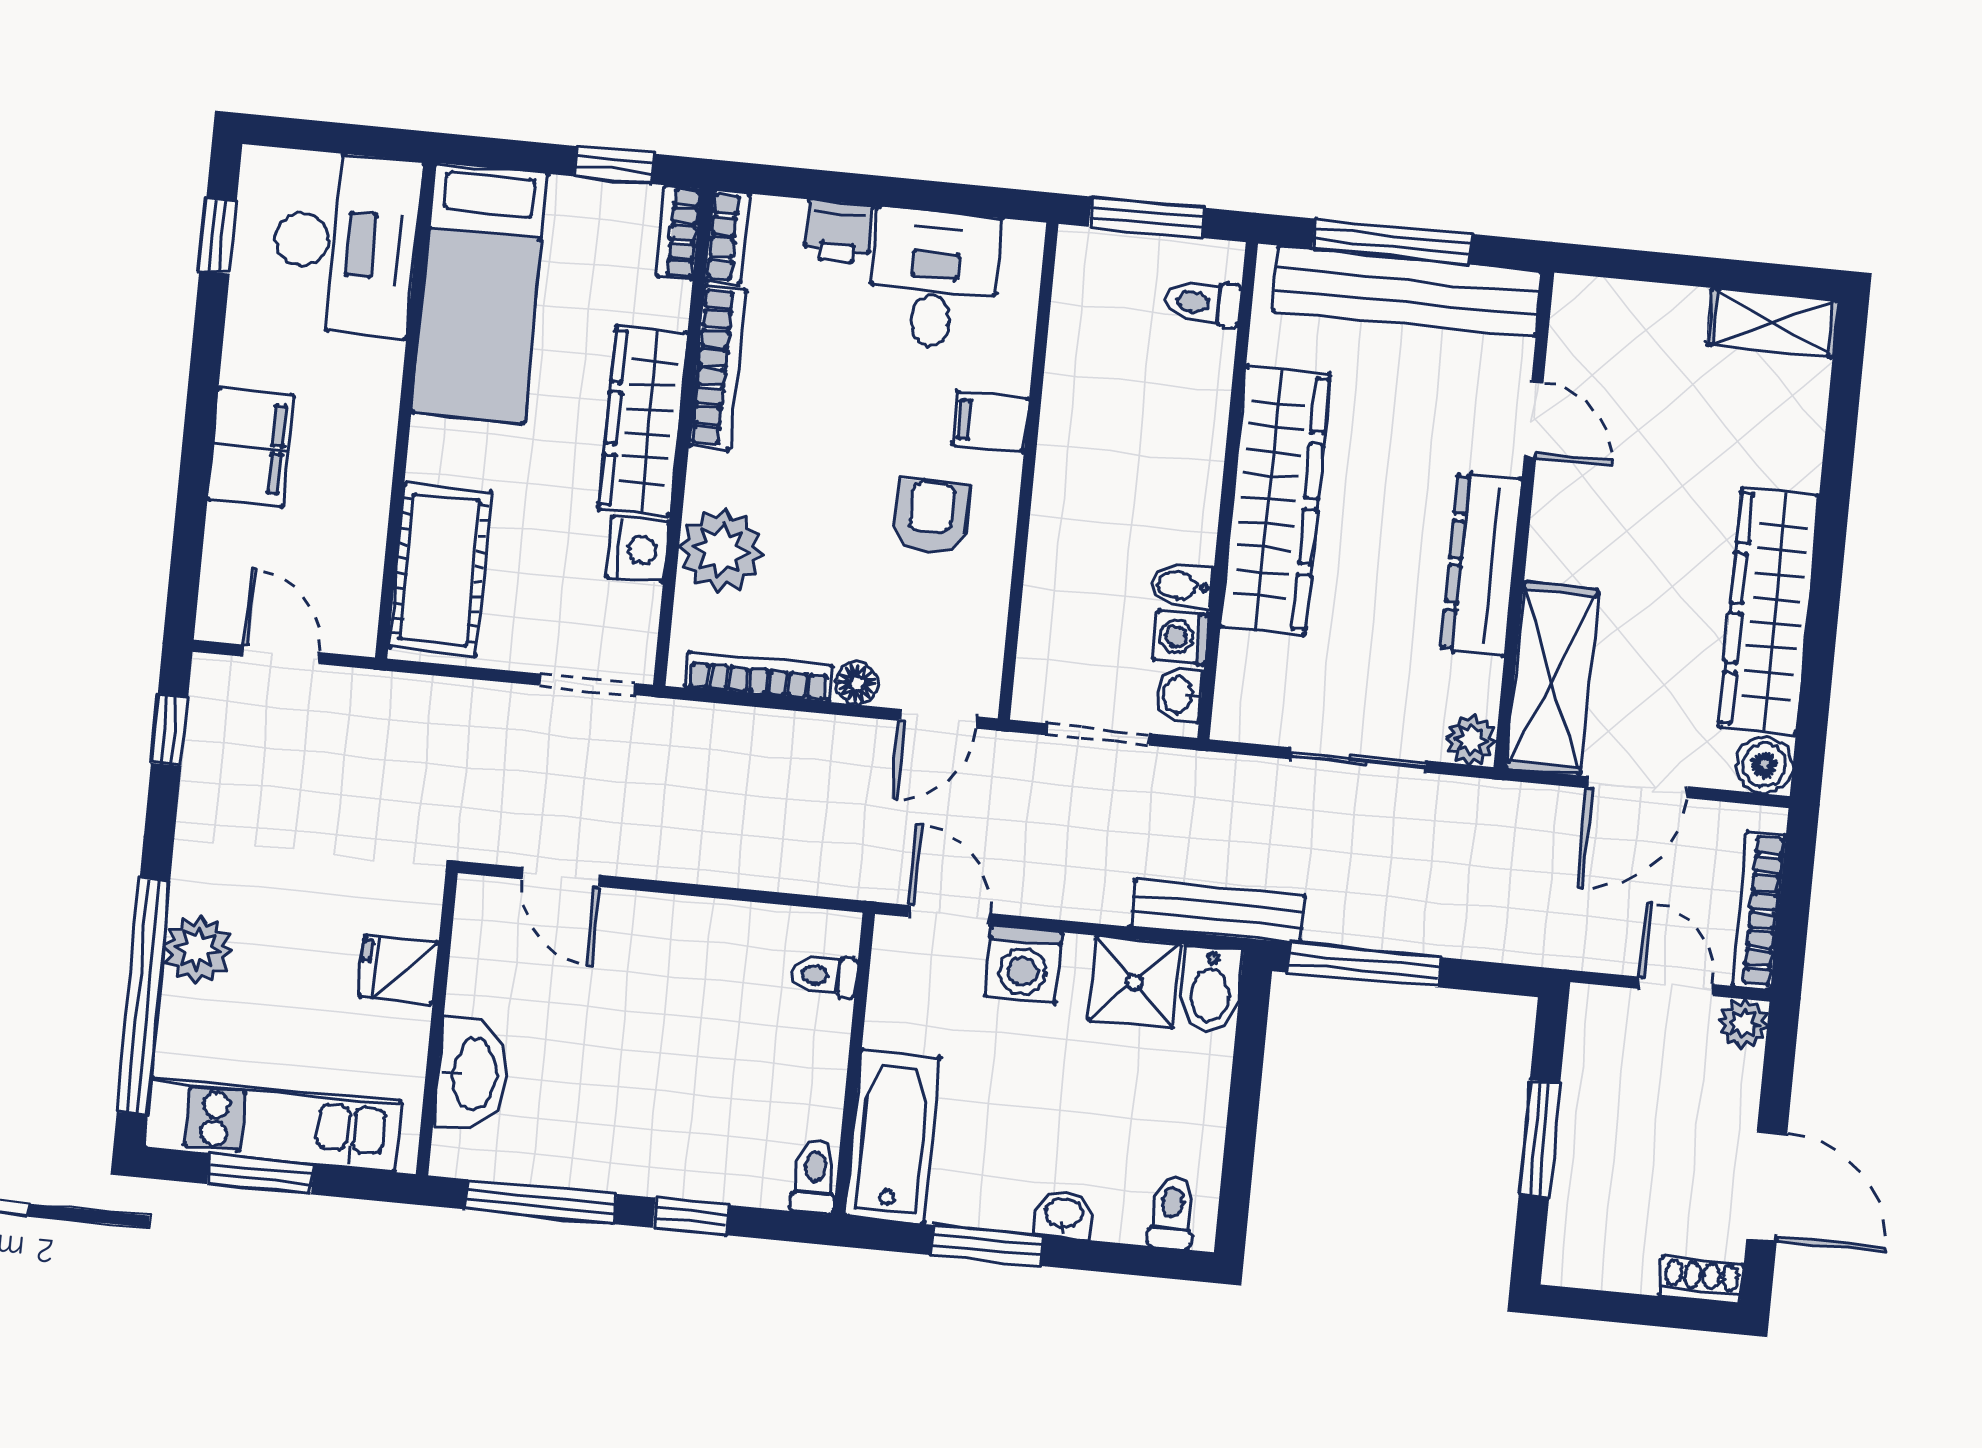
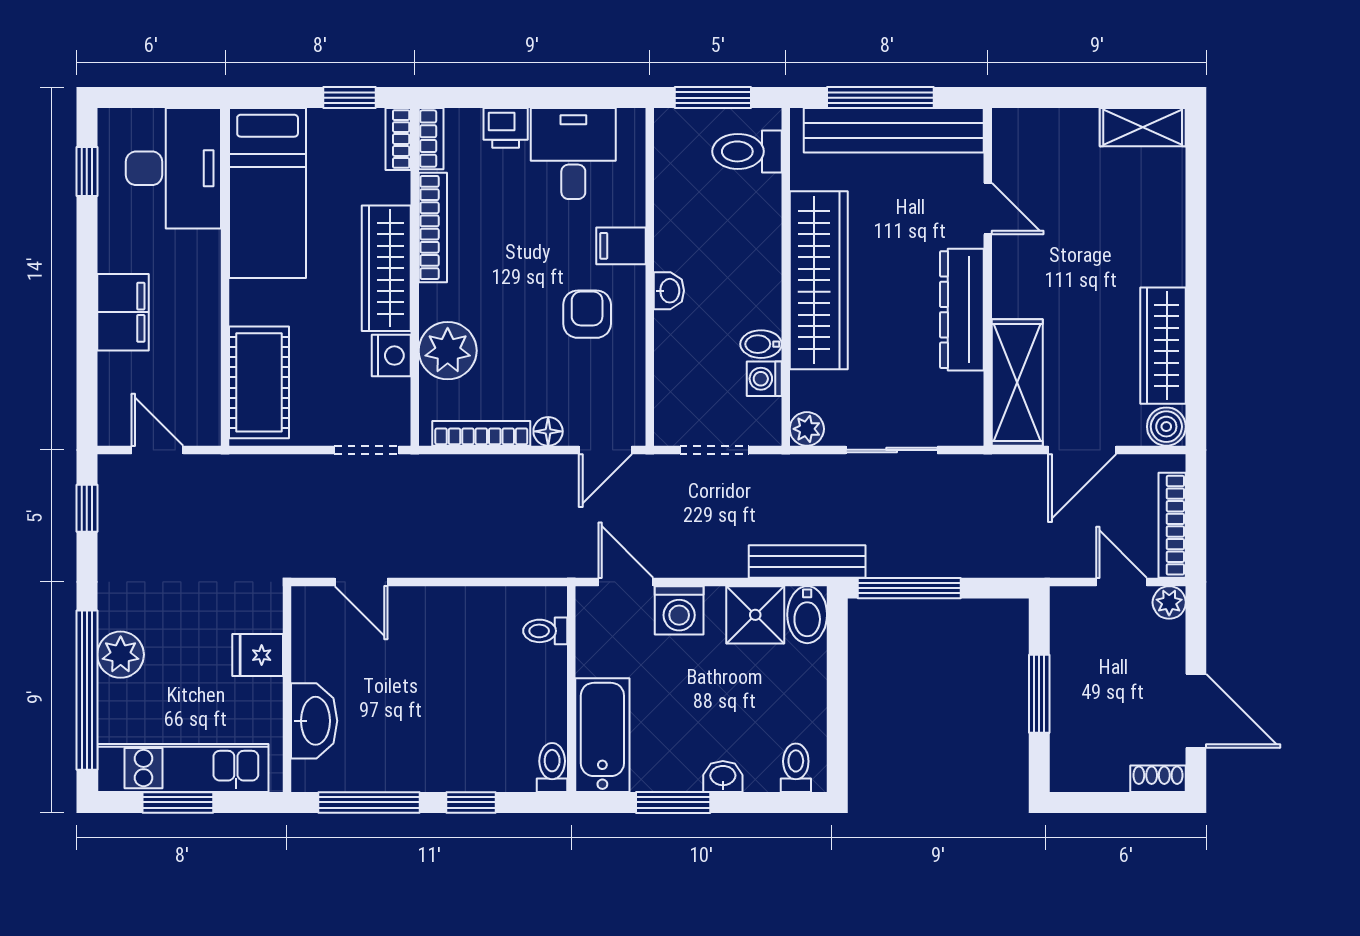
toilet: (1203, 303) -> (747, 151), width x1.37, depth x1.39
wardrobe: (1769, 611) -> (1163, 346), width x0.71, depth x0.85
washbasin: (1179, 695) -> (669, 291), moved, turned 180
plant: (1471, 740) -> (807, 429), moved

